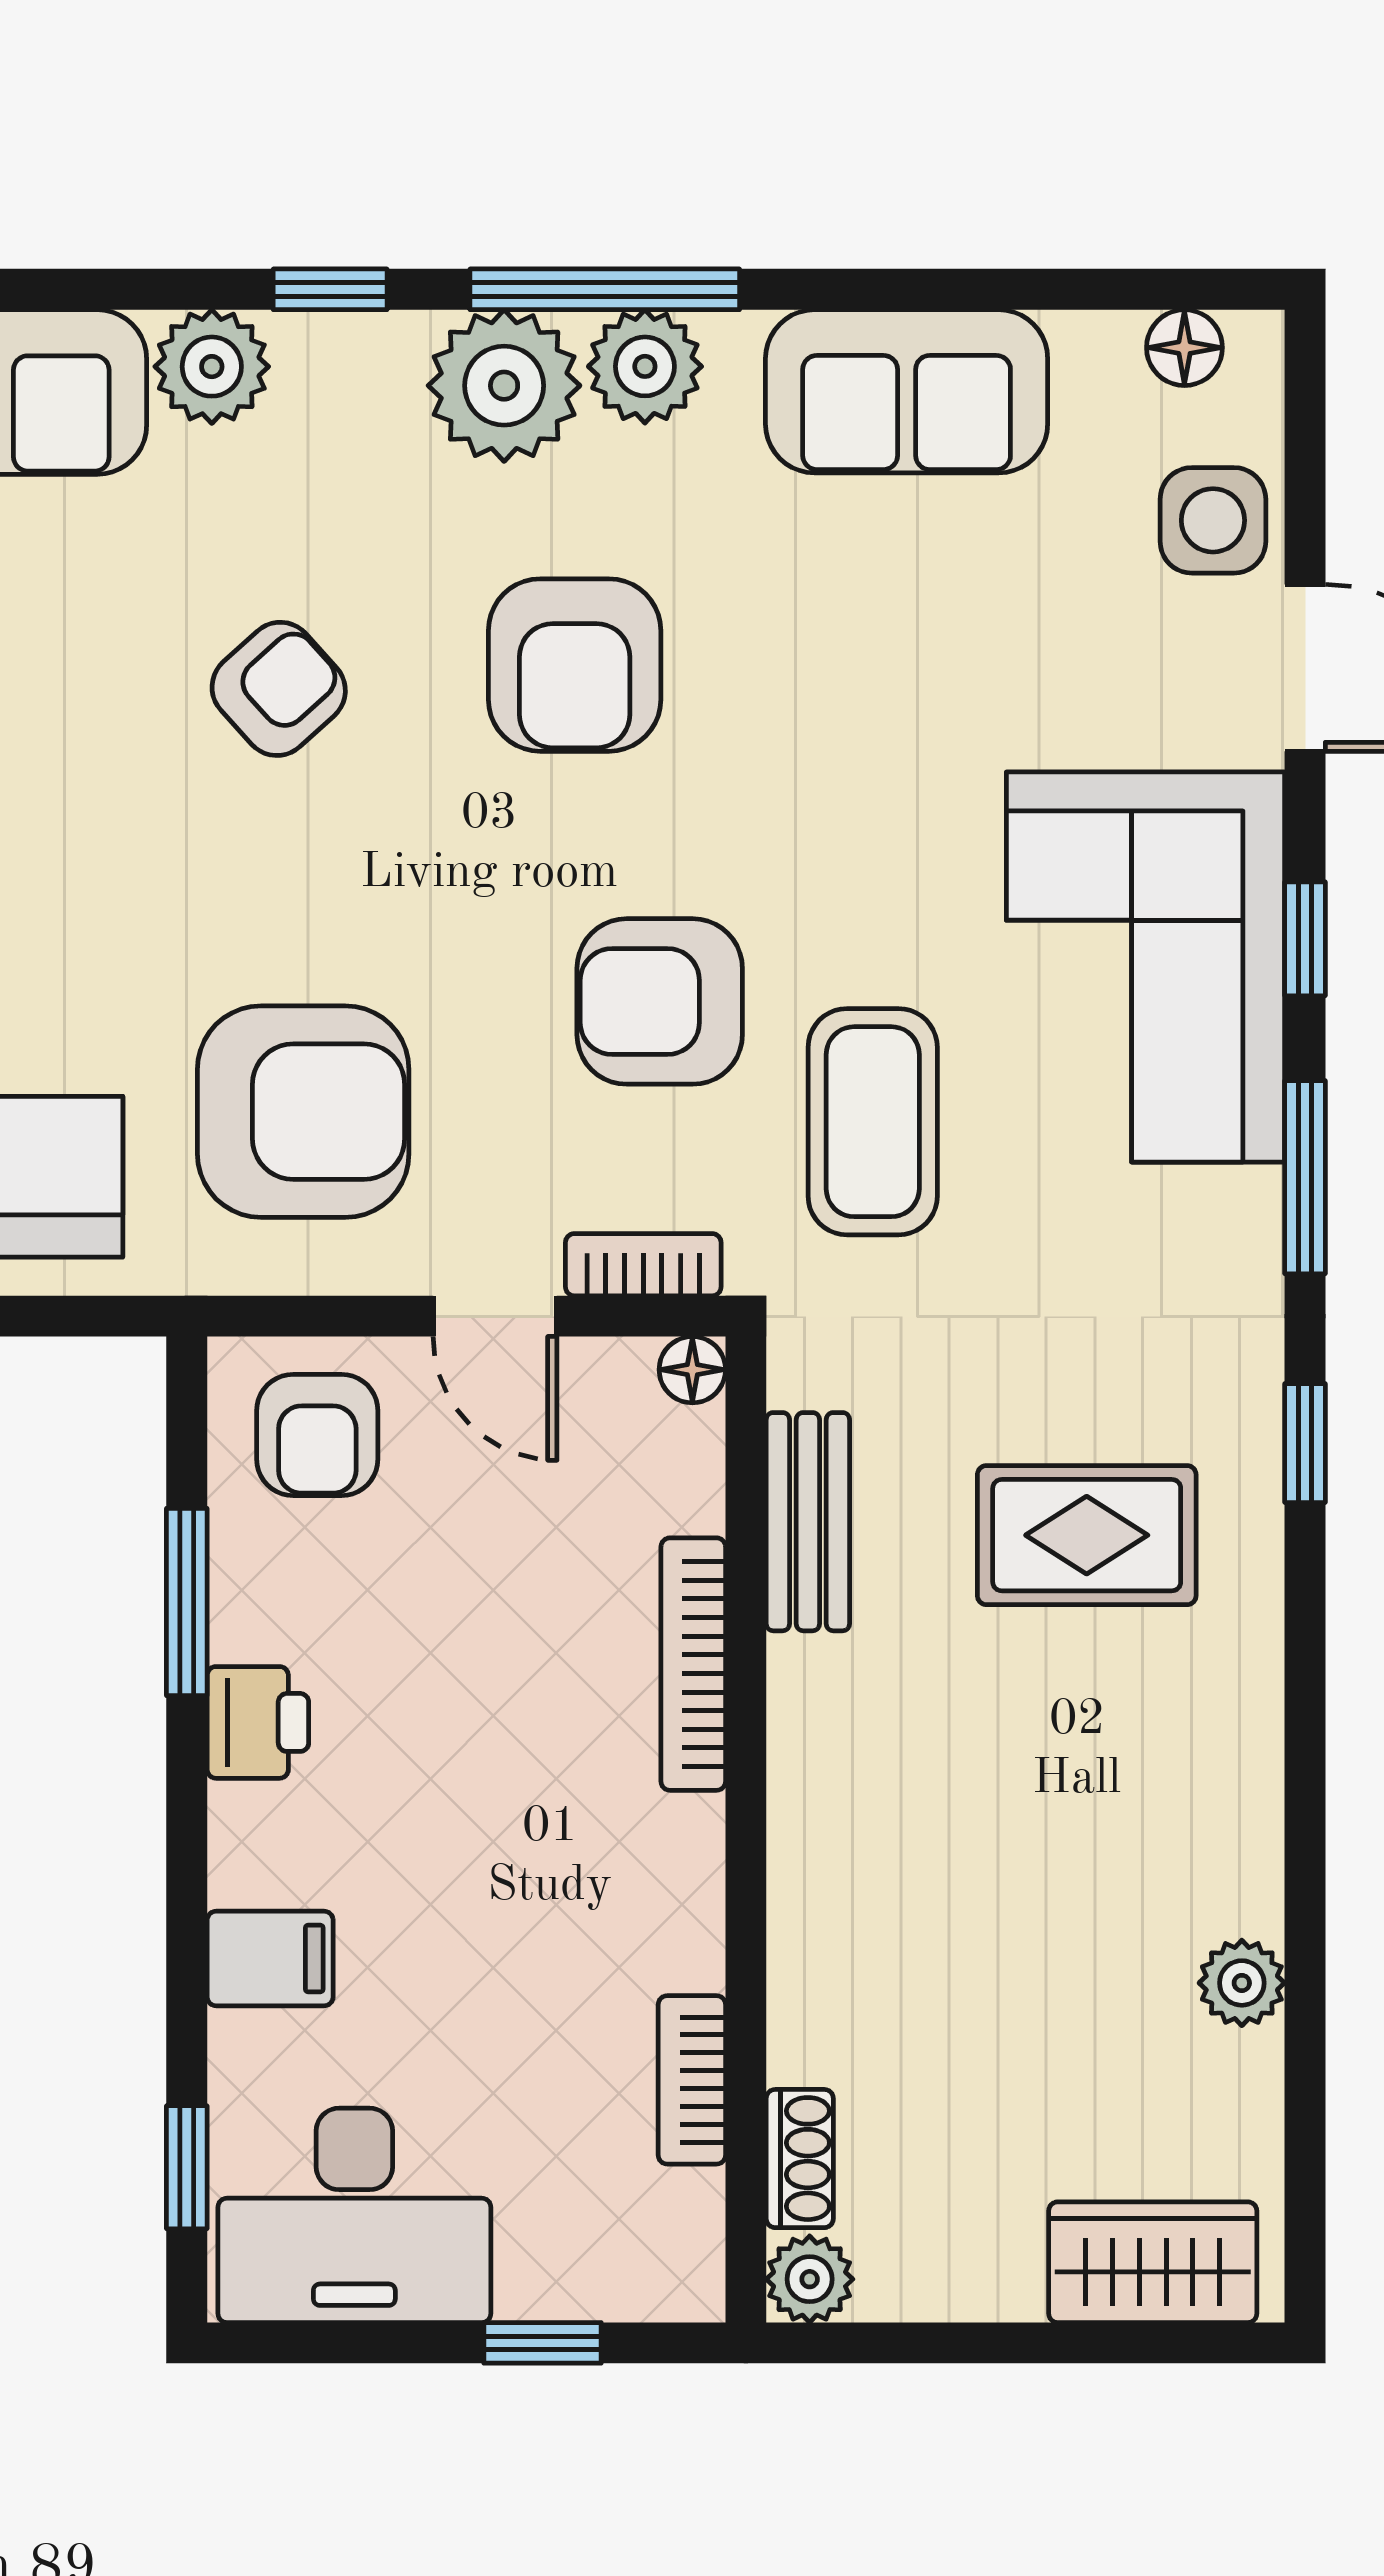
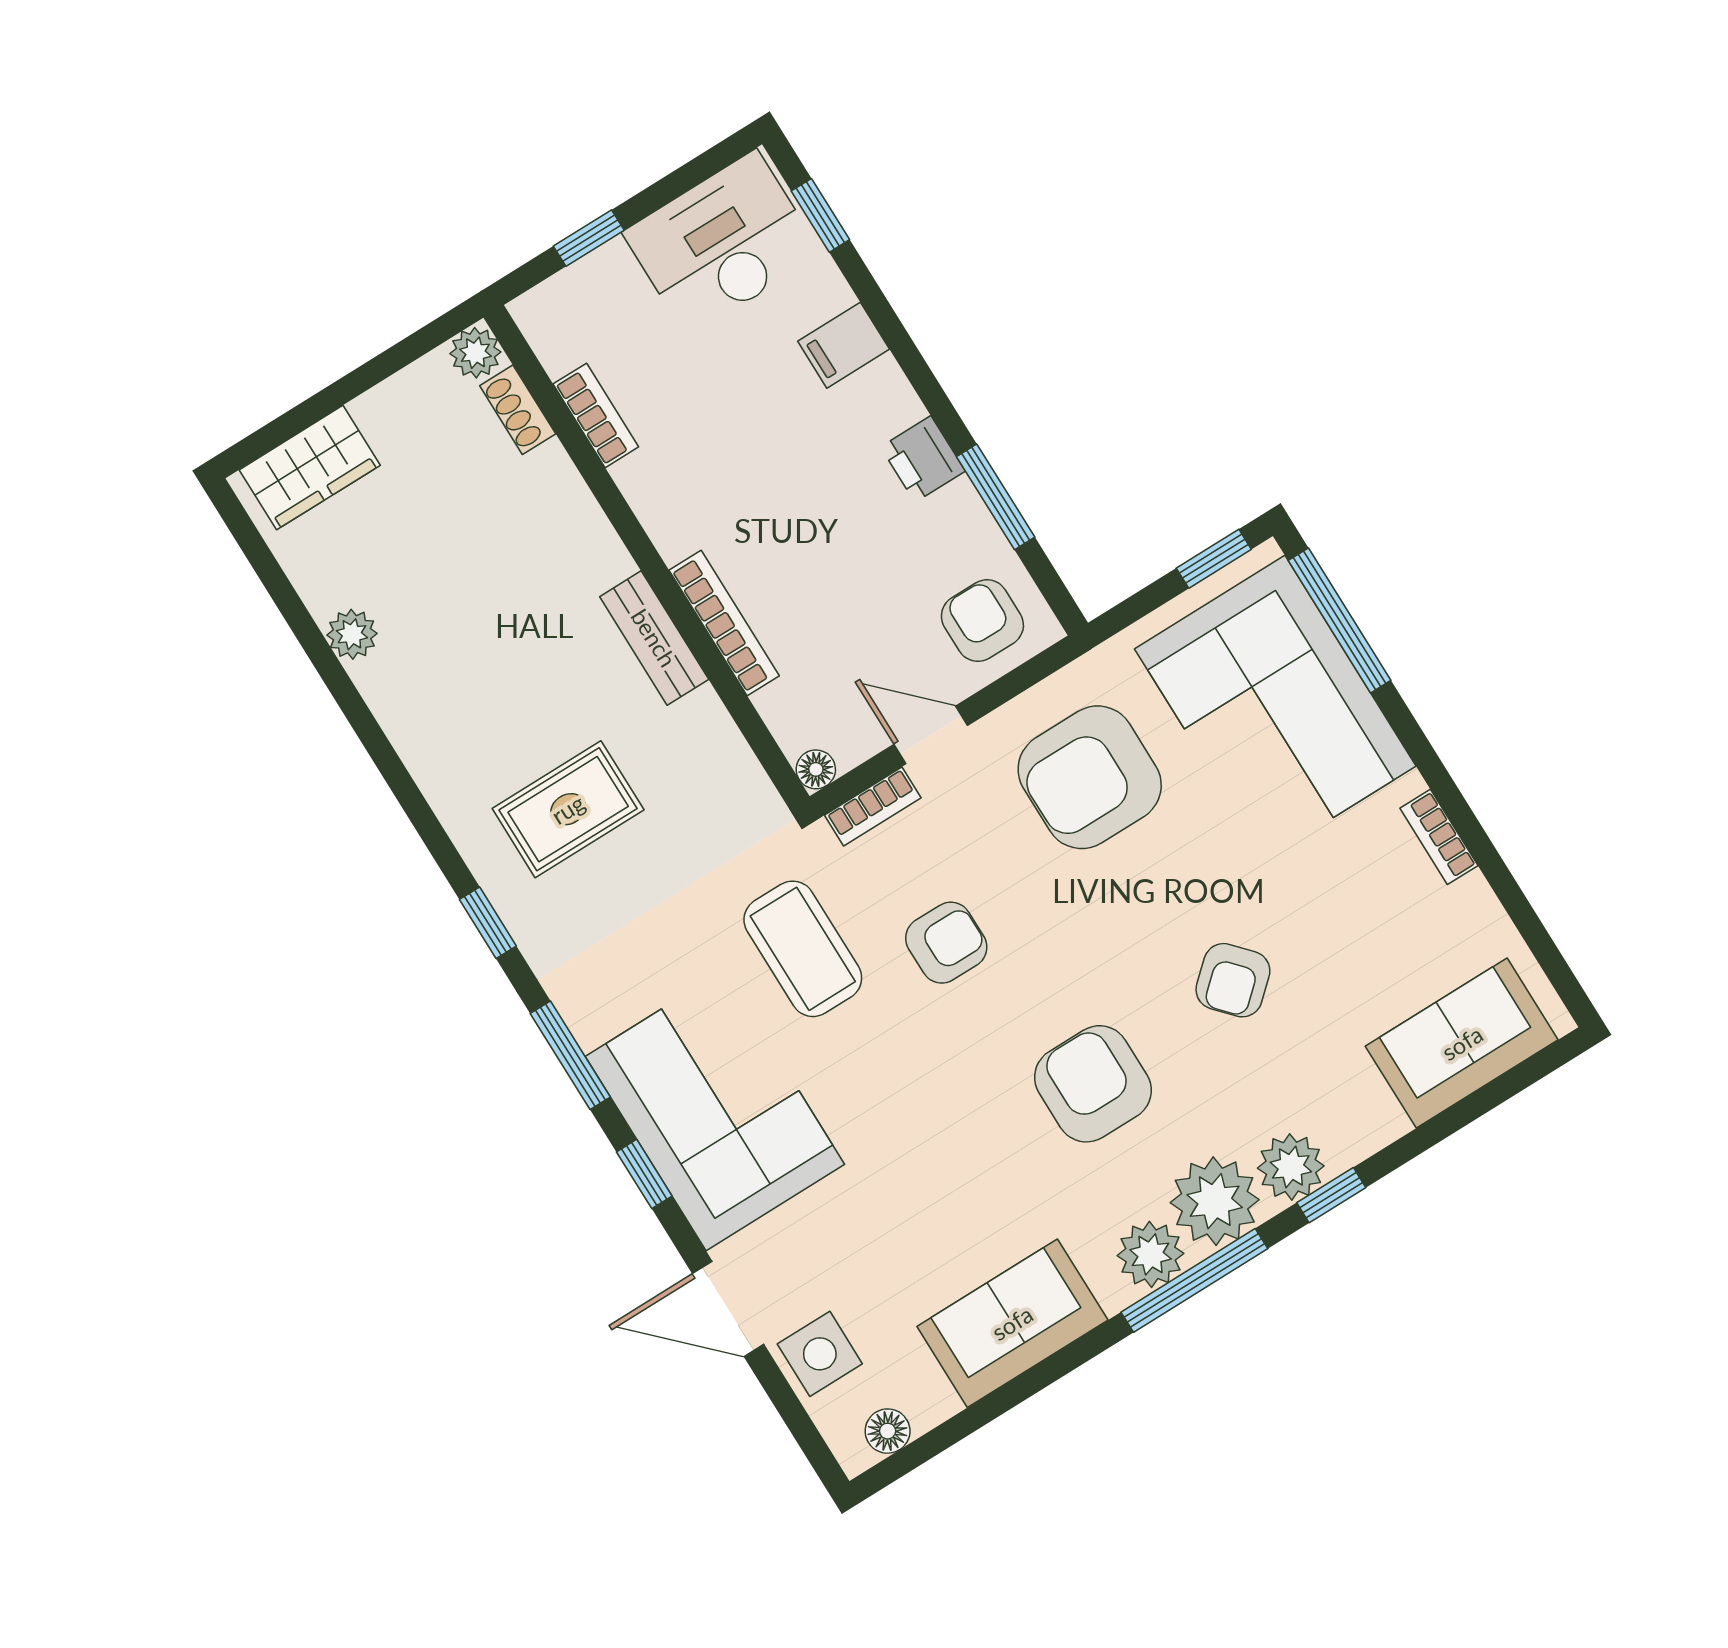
plant: (212, 367) -> (1291, 1167), moved
armchair: (660, 1001) -> (946, 943), width x0.72, depth x0.72
bench: (808, 1522) -> (654, 638), moved

